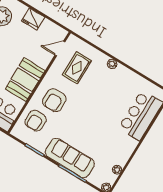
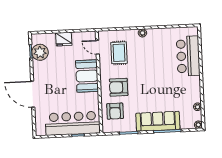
door: (60, 48) -> (97, 47), hinge flipped
booth: (25, 80) -> (87, 76), moved
armchair: (54, 100) -> (119, 87), turned 90

